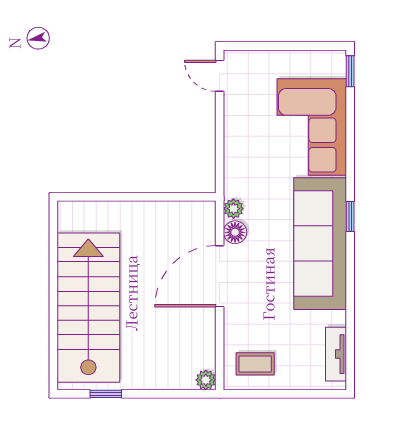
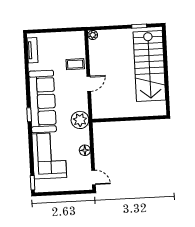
plant: (233, 209) -> (80, 120), width x1.87, depth x1.87
floor lamp: (235, 232) -> (85, 150), moved
door: (220, 276) -> (89, 84), width x0.53
coffee table: (255, 364) -> (75, 64), moved

